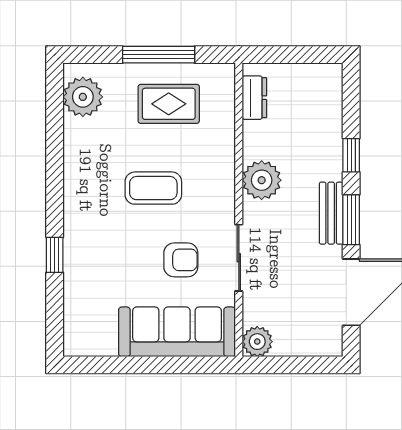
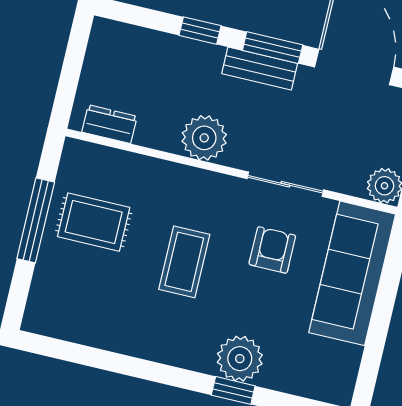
plant: (83, 97) -> (240, 359), moved
rug: (169, 104) -> (94, 222), turned 90

